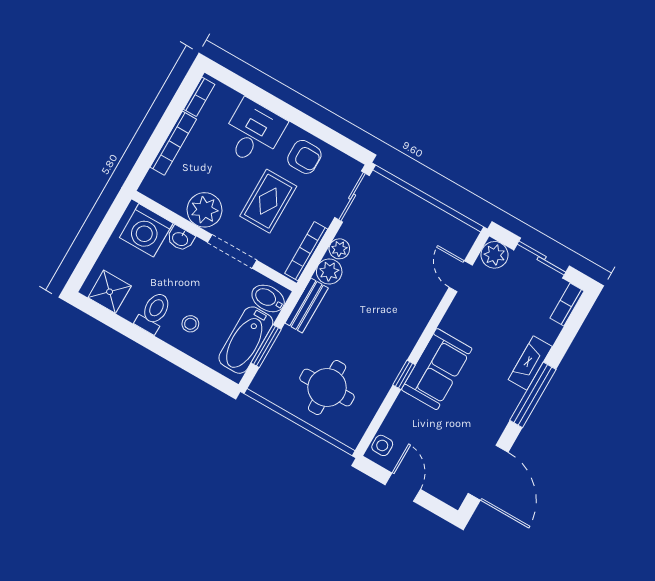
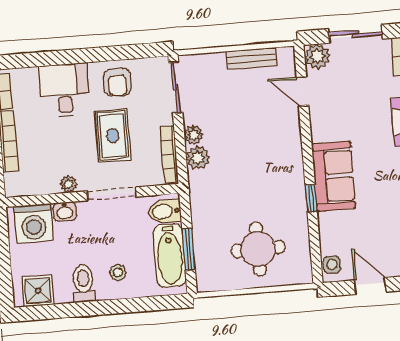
armchair: (304, 157) -> (117, 82), turned 90
plant: (204, 210) -> (69, 184), width x0.53, depth x0.53
bench: (307, 306) -> (251, 59), moved, turned 90

